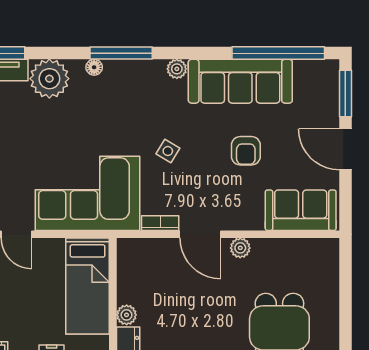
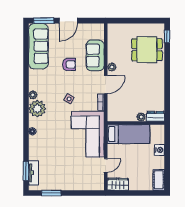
window: (121, 53) -> (26, 119), removed
window: (278, 53) -> (26, 50), removed
plant: (49, 79) -> (37, 109), moved
sofa: (240, 81) -> (38, 46), moved
sofa: (301, 210) -> (95, 55), moved

